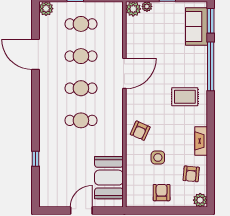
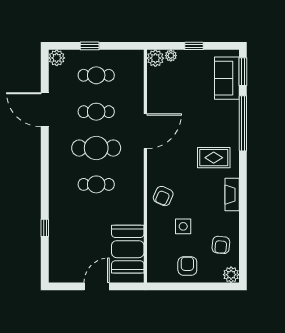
cafe table: (81, 88) -> (96, 148), width x1.37, depth x1.35
fireplace: (201, 141) -> (232, 195), moved

